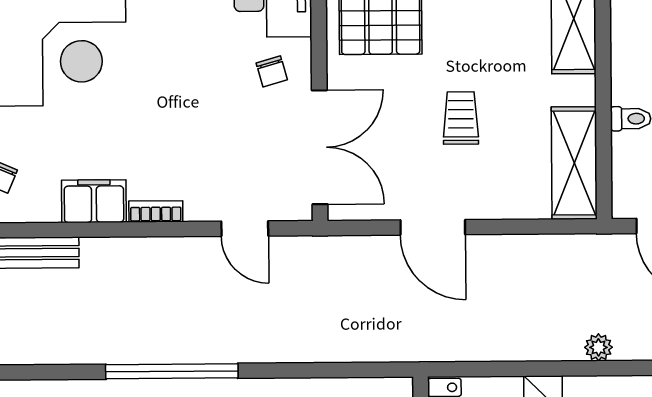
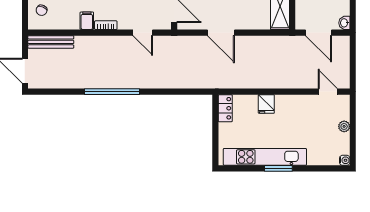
filing cabinet: (94, 201) -> (87, 21), width x0.50
plant: (599, 347) -> (289, 83), removed

